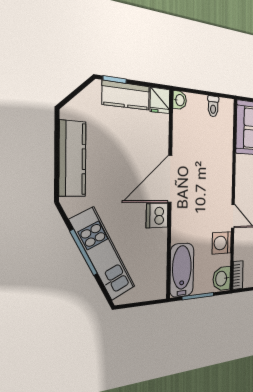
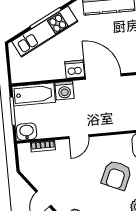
washing machine: (222, 243) -> (64, 91), moved, turned 180
bookcase: (238, 275) -> (43, 146), moved

